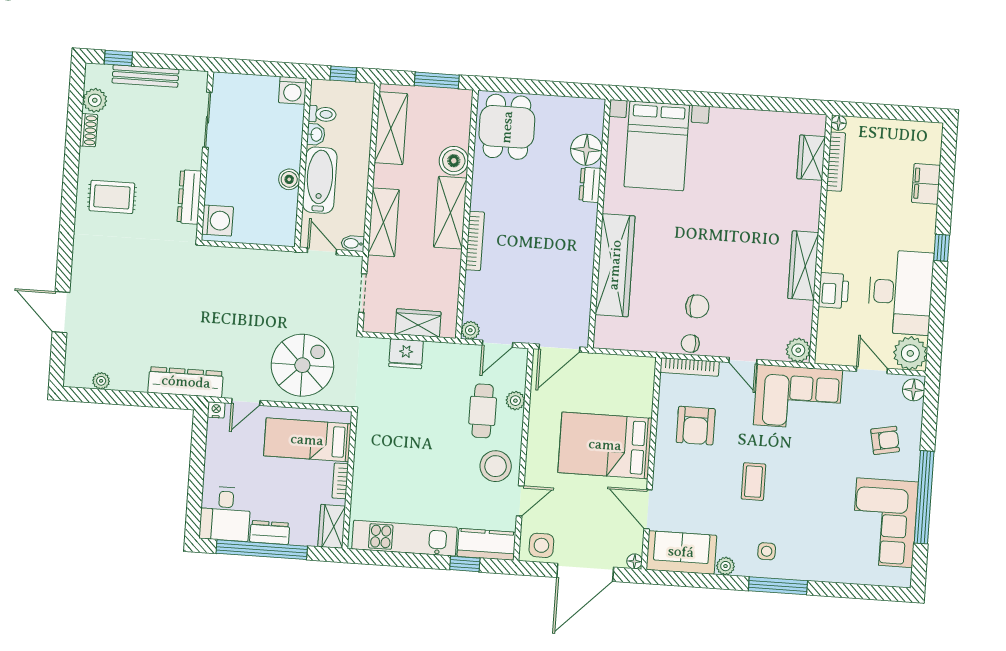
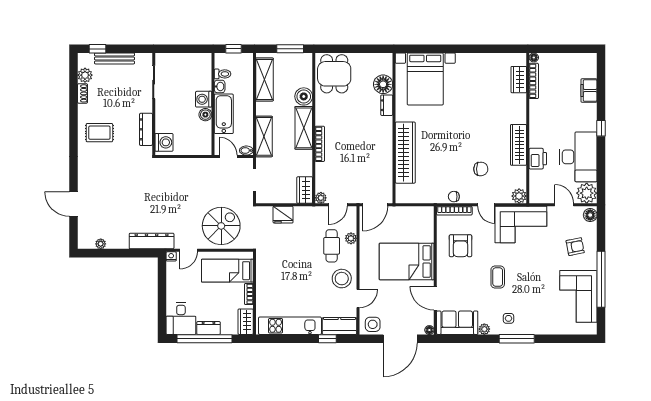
washing machine: (293, 90) -> (204, 99), moved, turned 90
chair: (697, 306) -> (481, 169), moved
wardrobe: (418, 323) -> (305, 190), moved, turned -90

